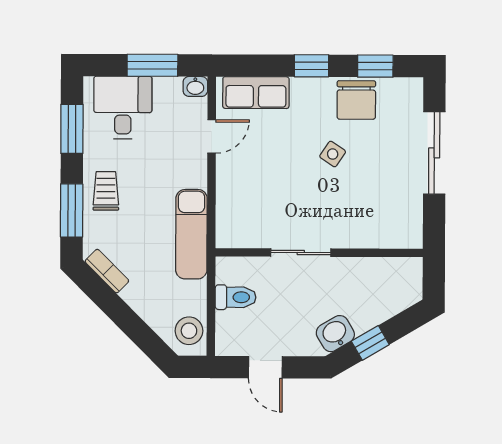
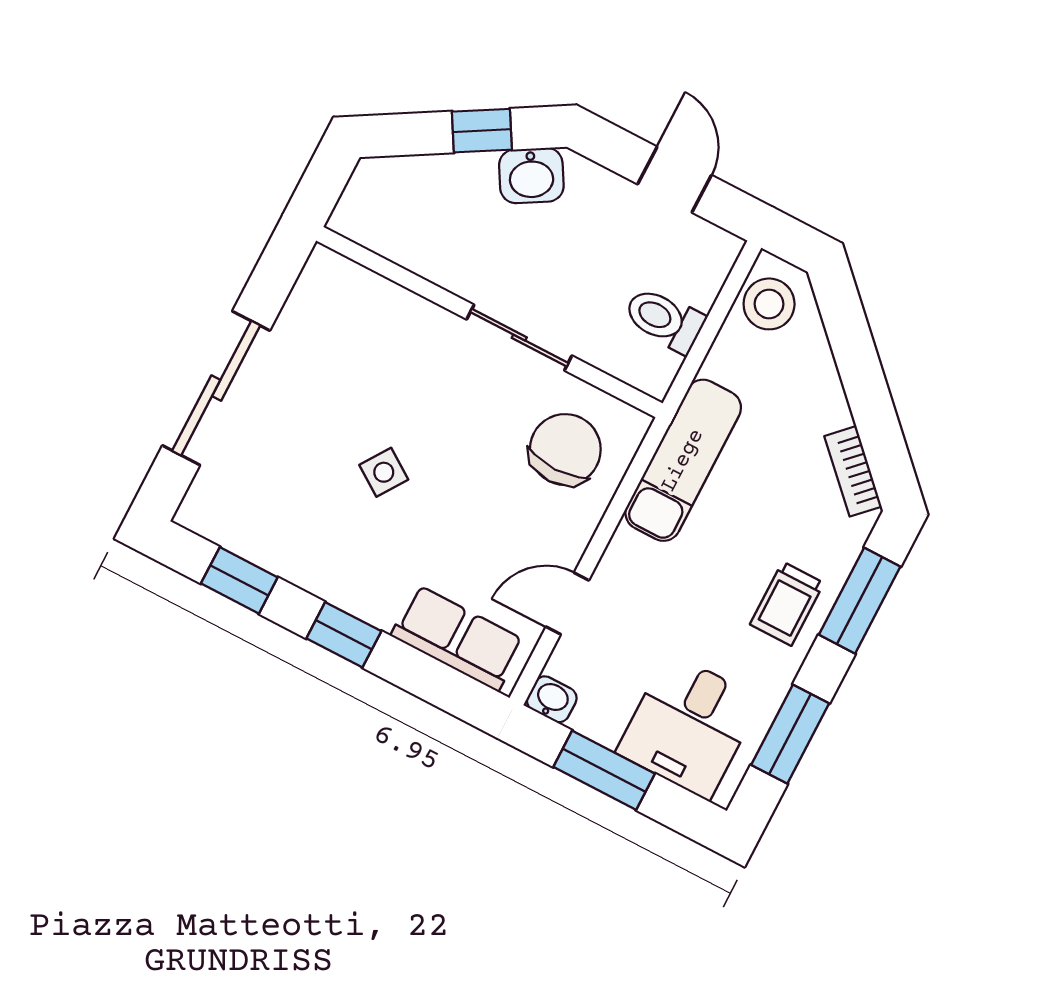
chair: (356, 100) -> (565, 450), moved

